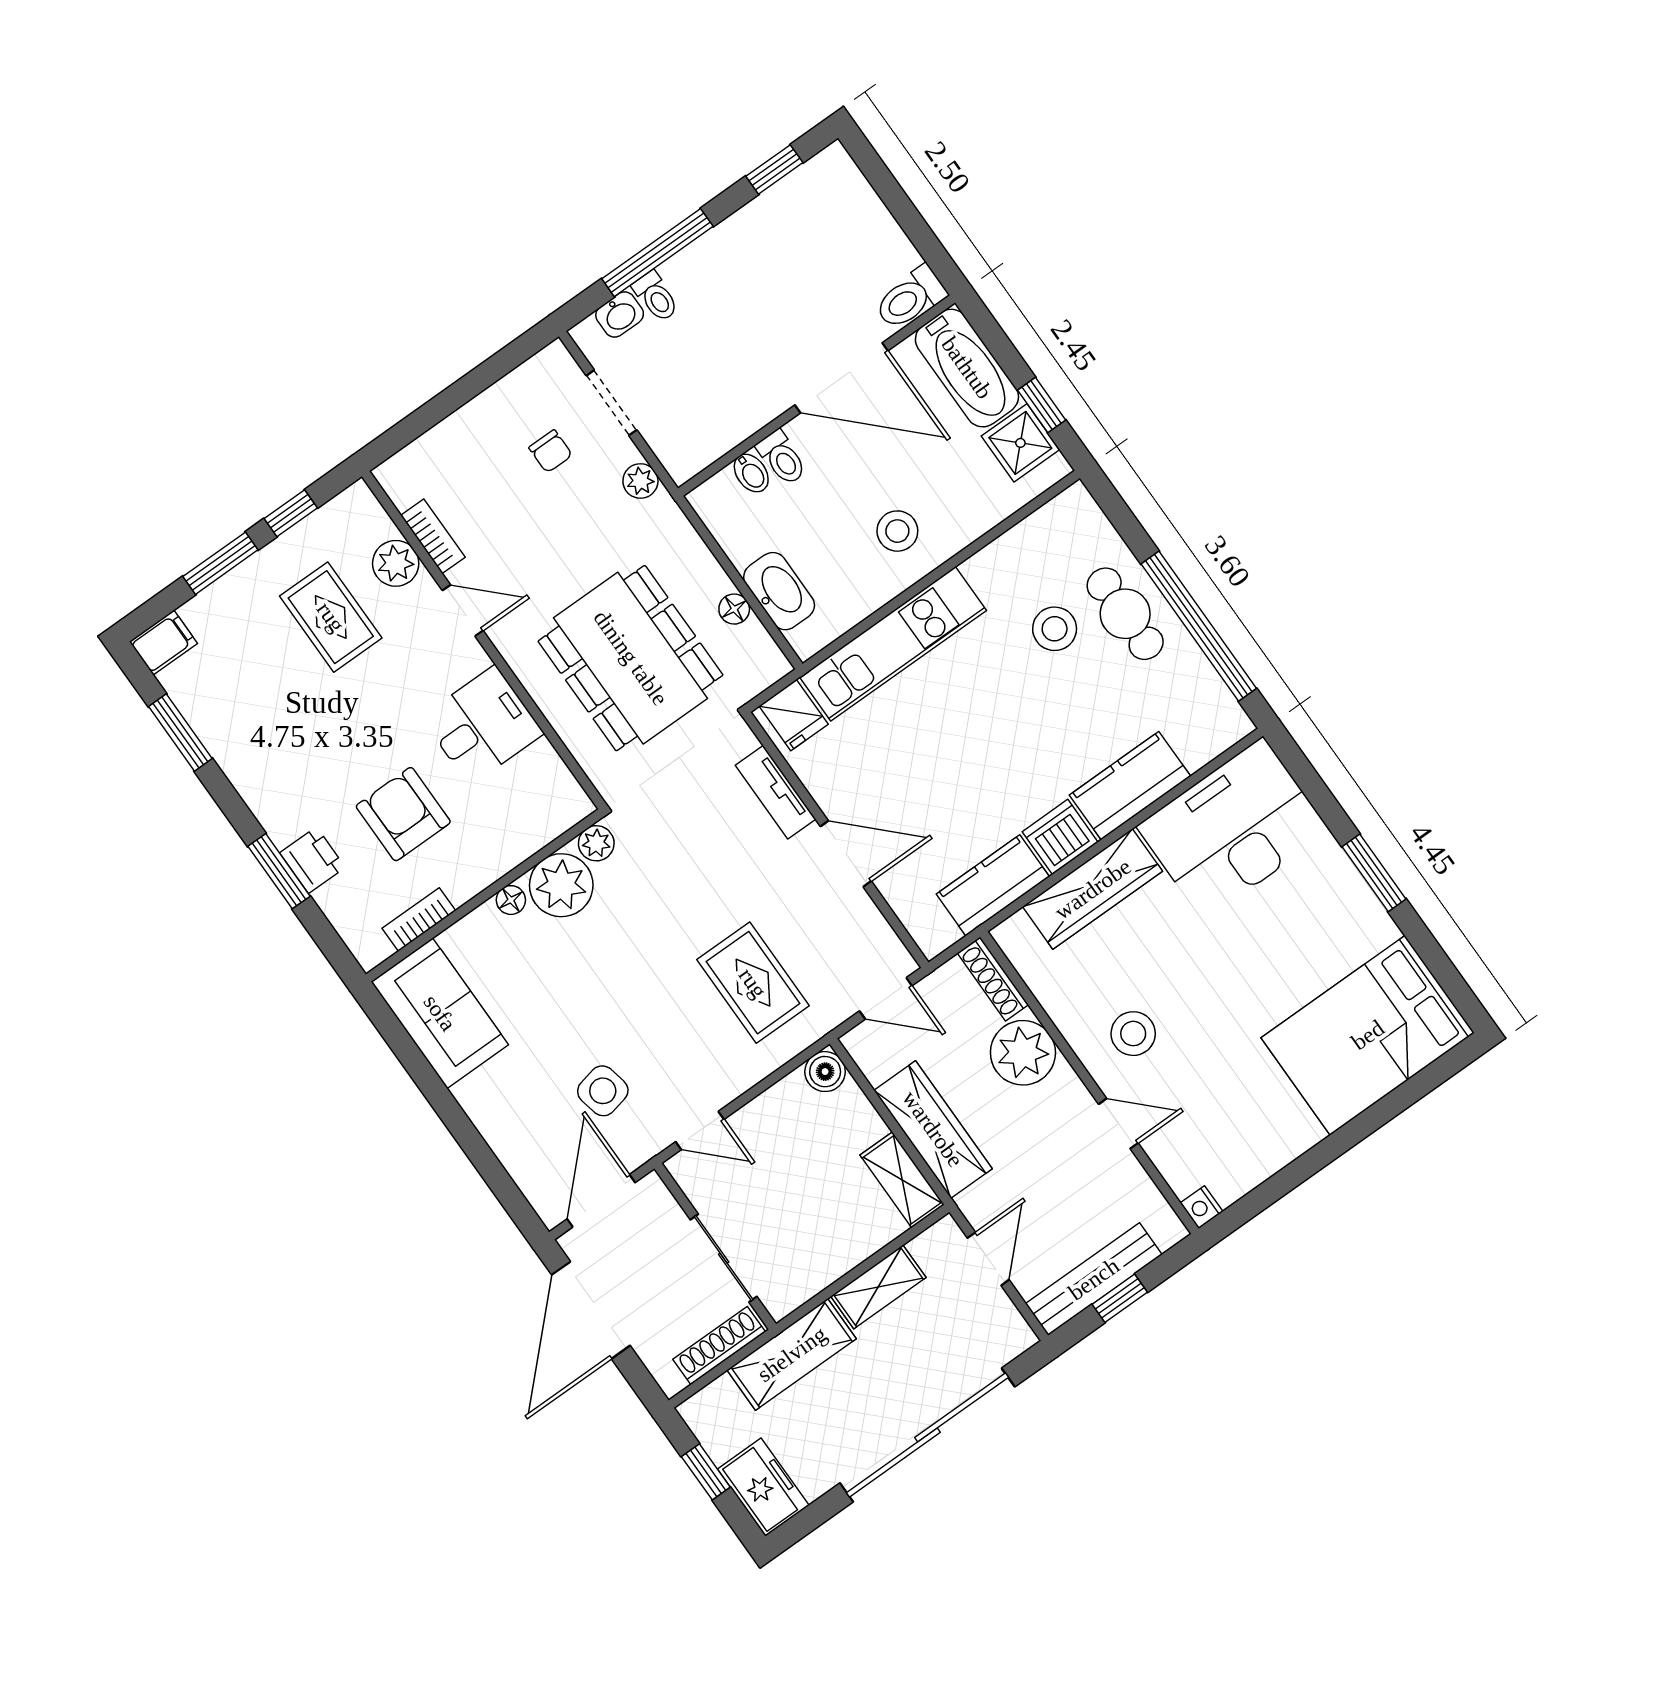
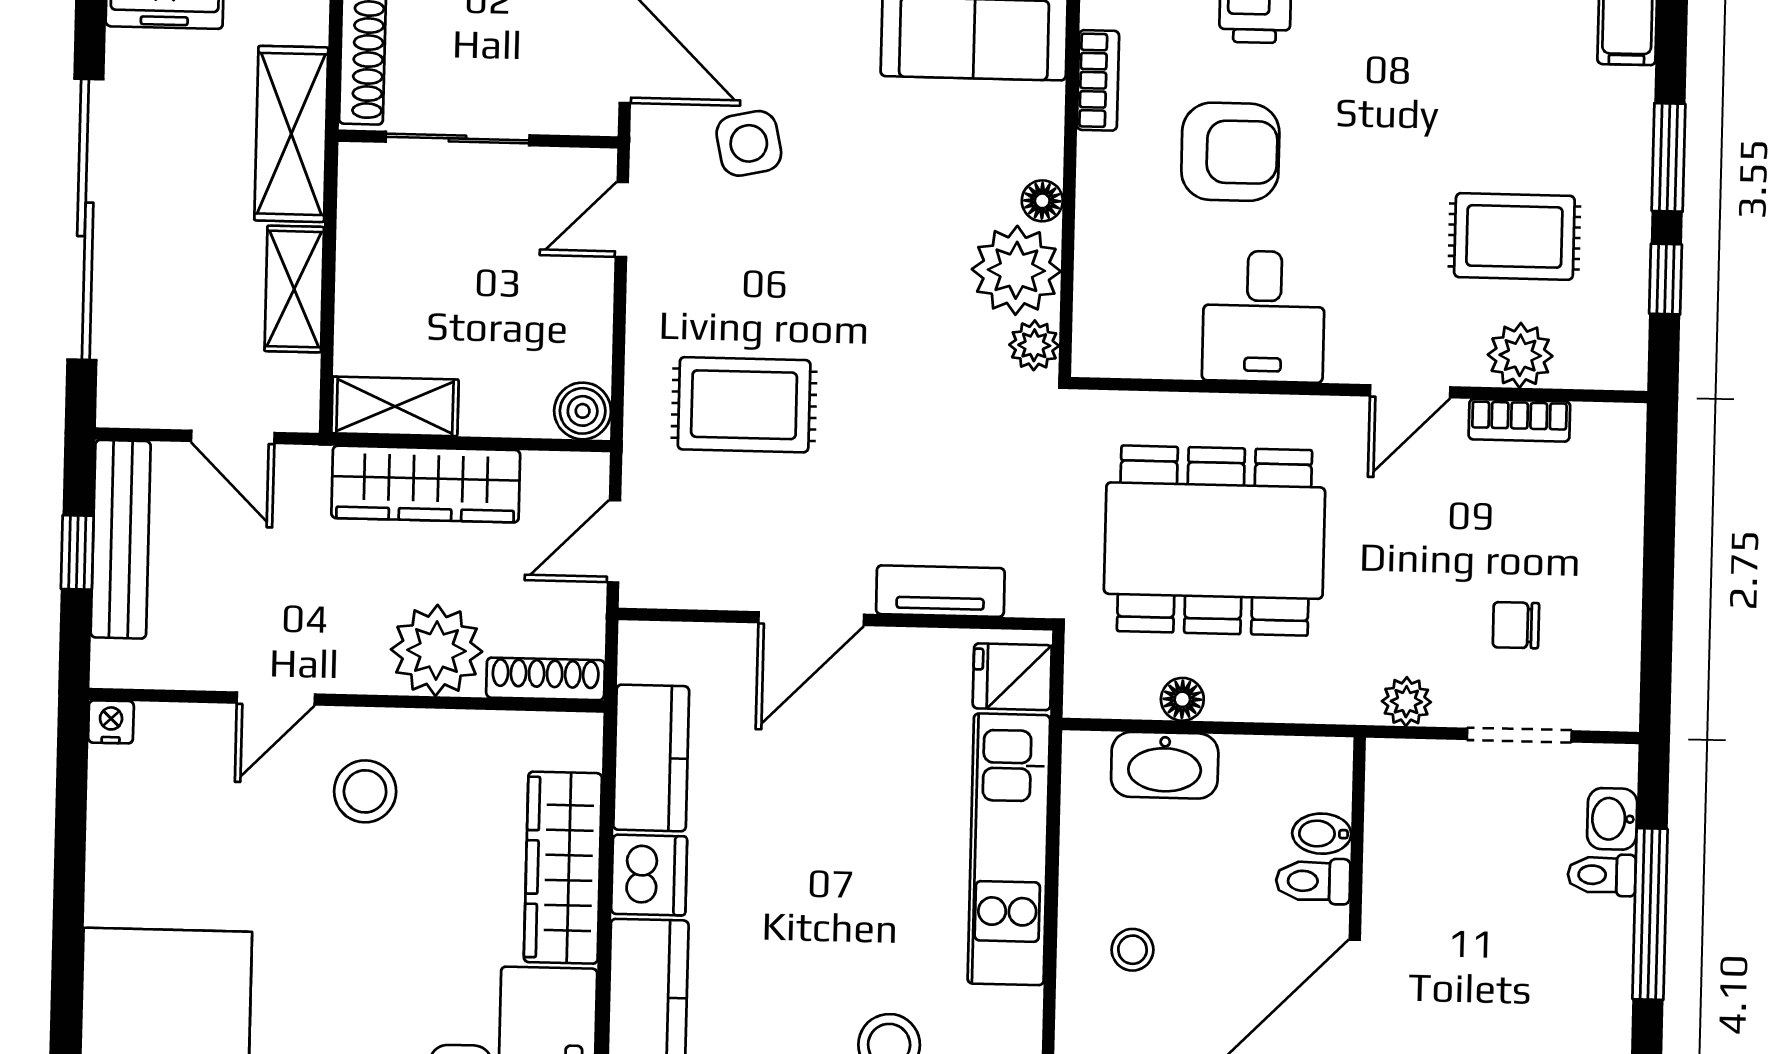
stool: (897, 531) -> (1132, 950), width x0.73, depth x0.73

